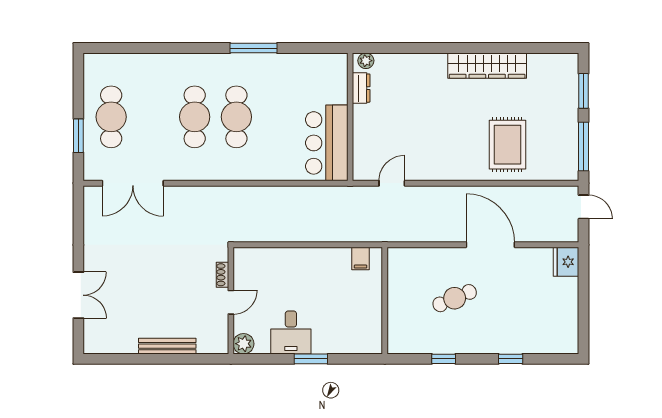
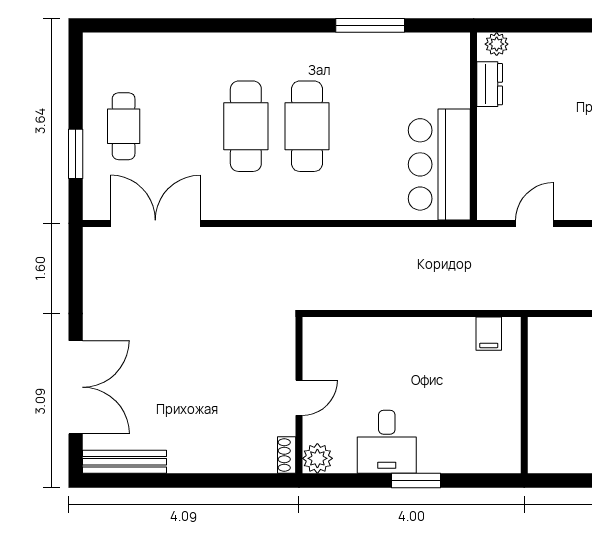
window: (254, 48) -> (370, 25), moved
cafe table: (111, 117) -> (124, 126), width x0.73, depth x0.74
double door: (133, 183) -> (155, 223), swing flipped
shoe rack: (222, 275) -> (287, 455), moved
double door: (78, 295) -> (76, 387), width x1.37
bench: (167, 346) -> (125, 462), moved

